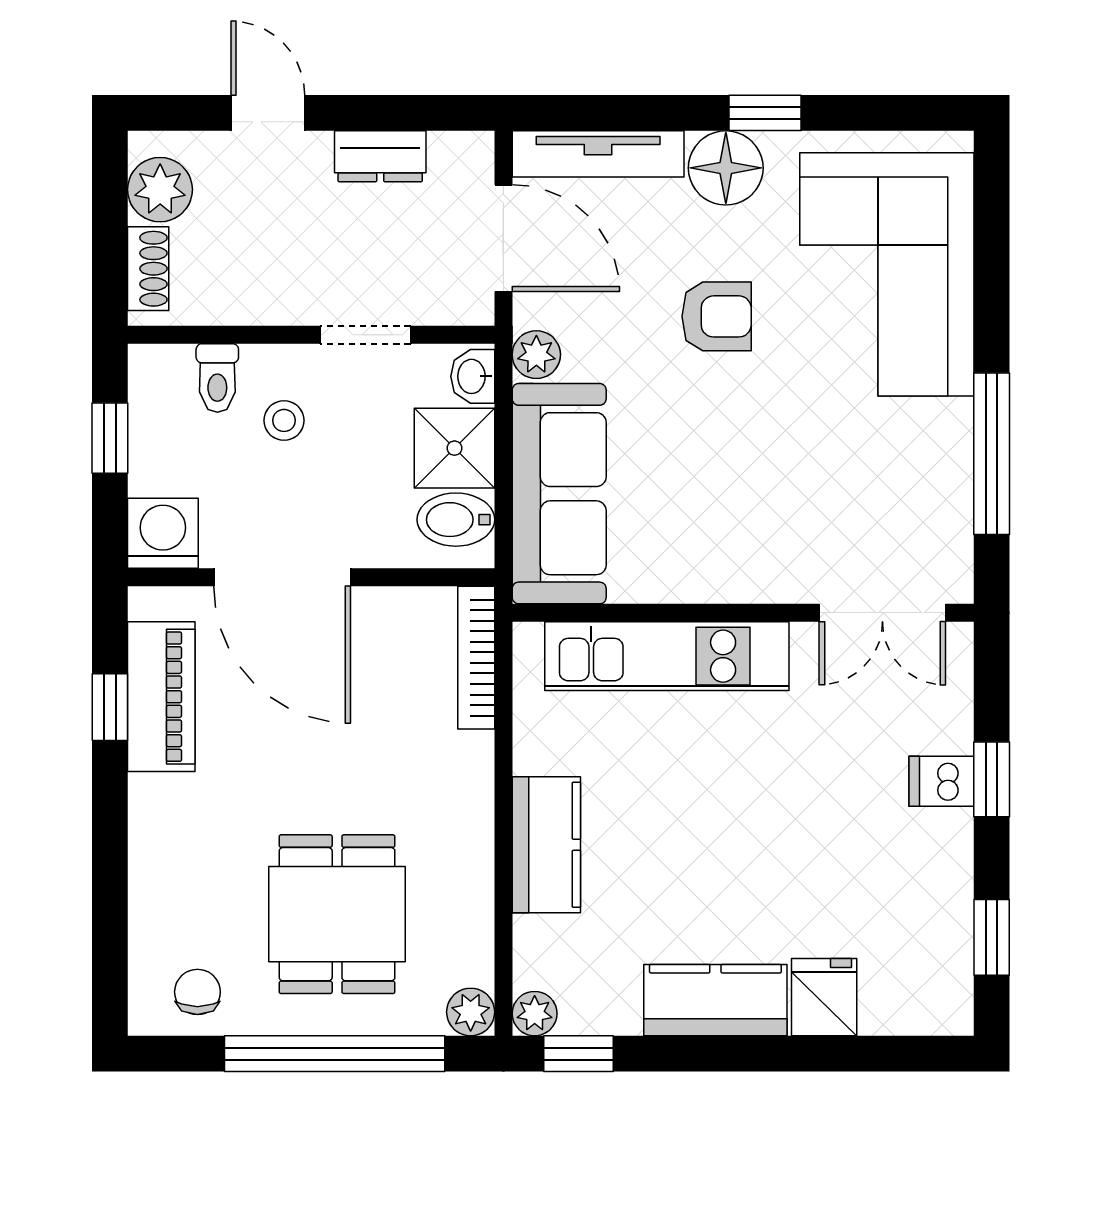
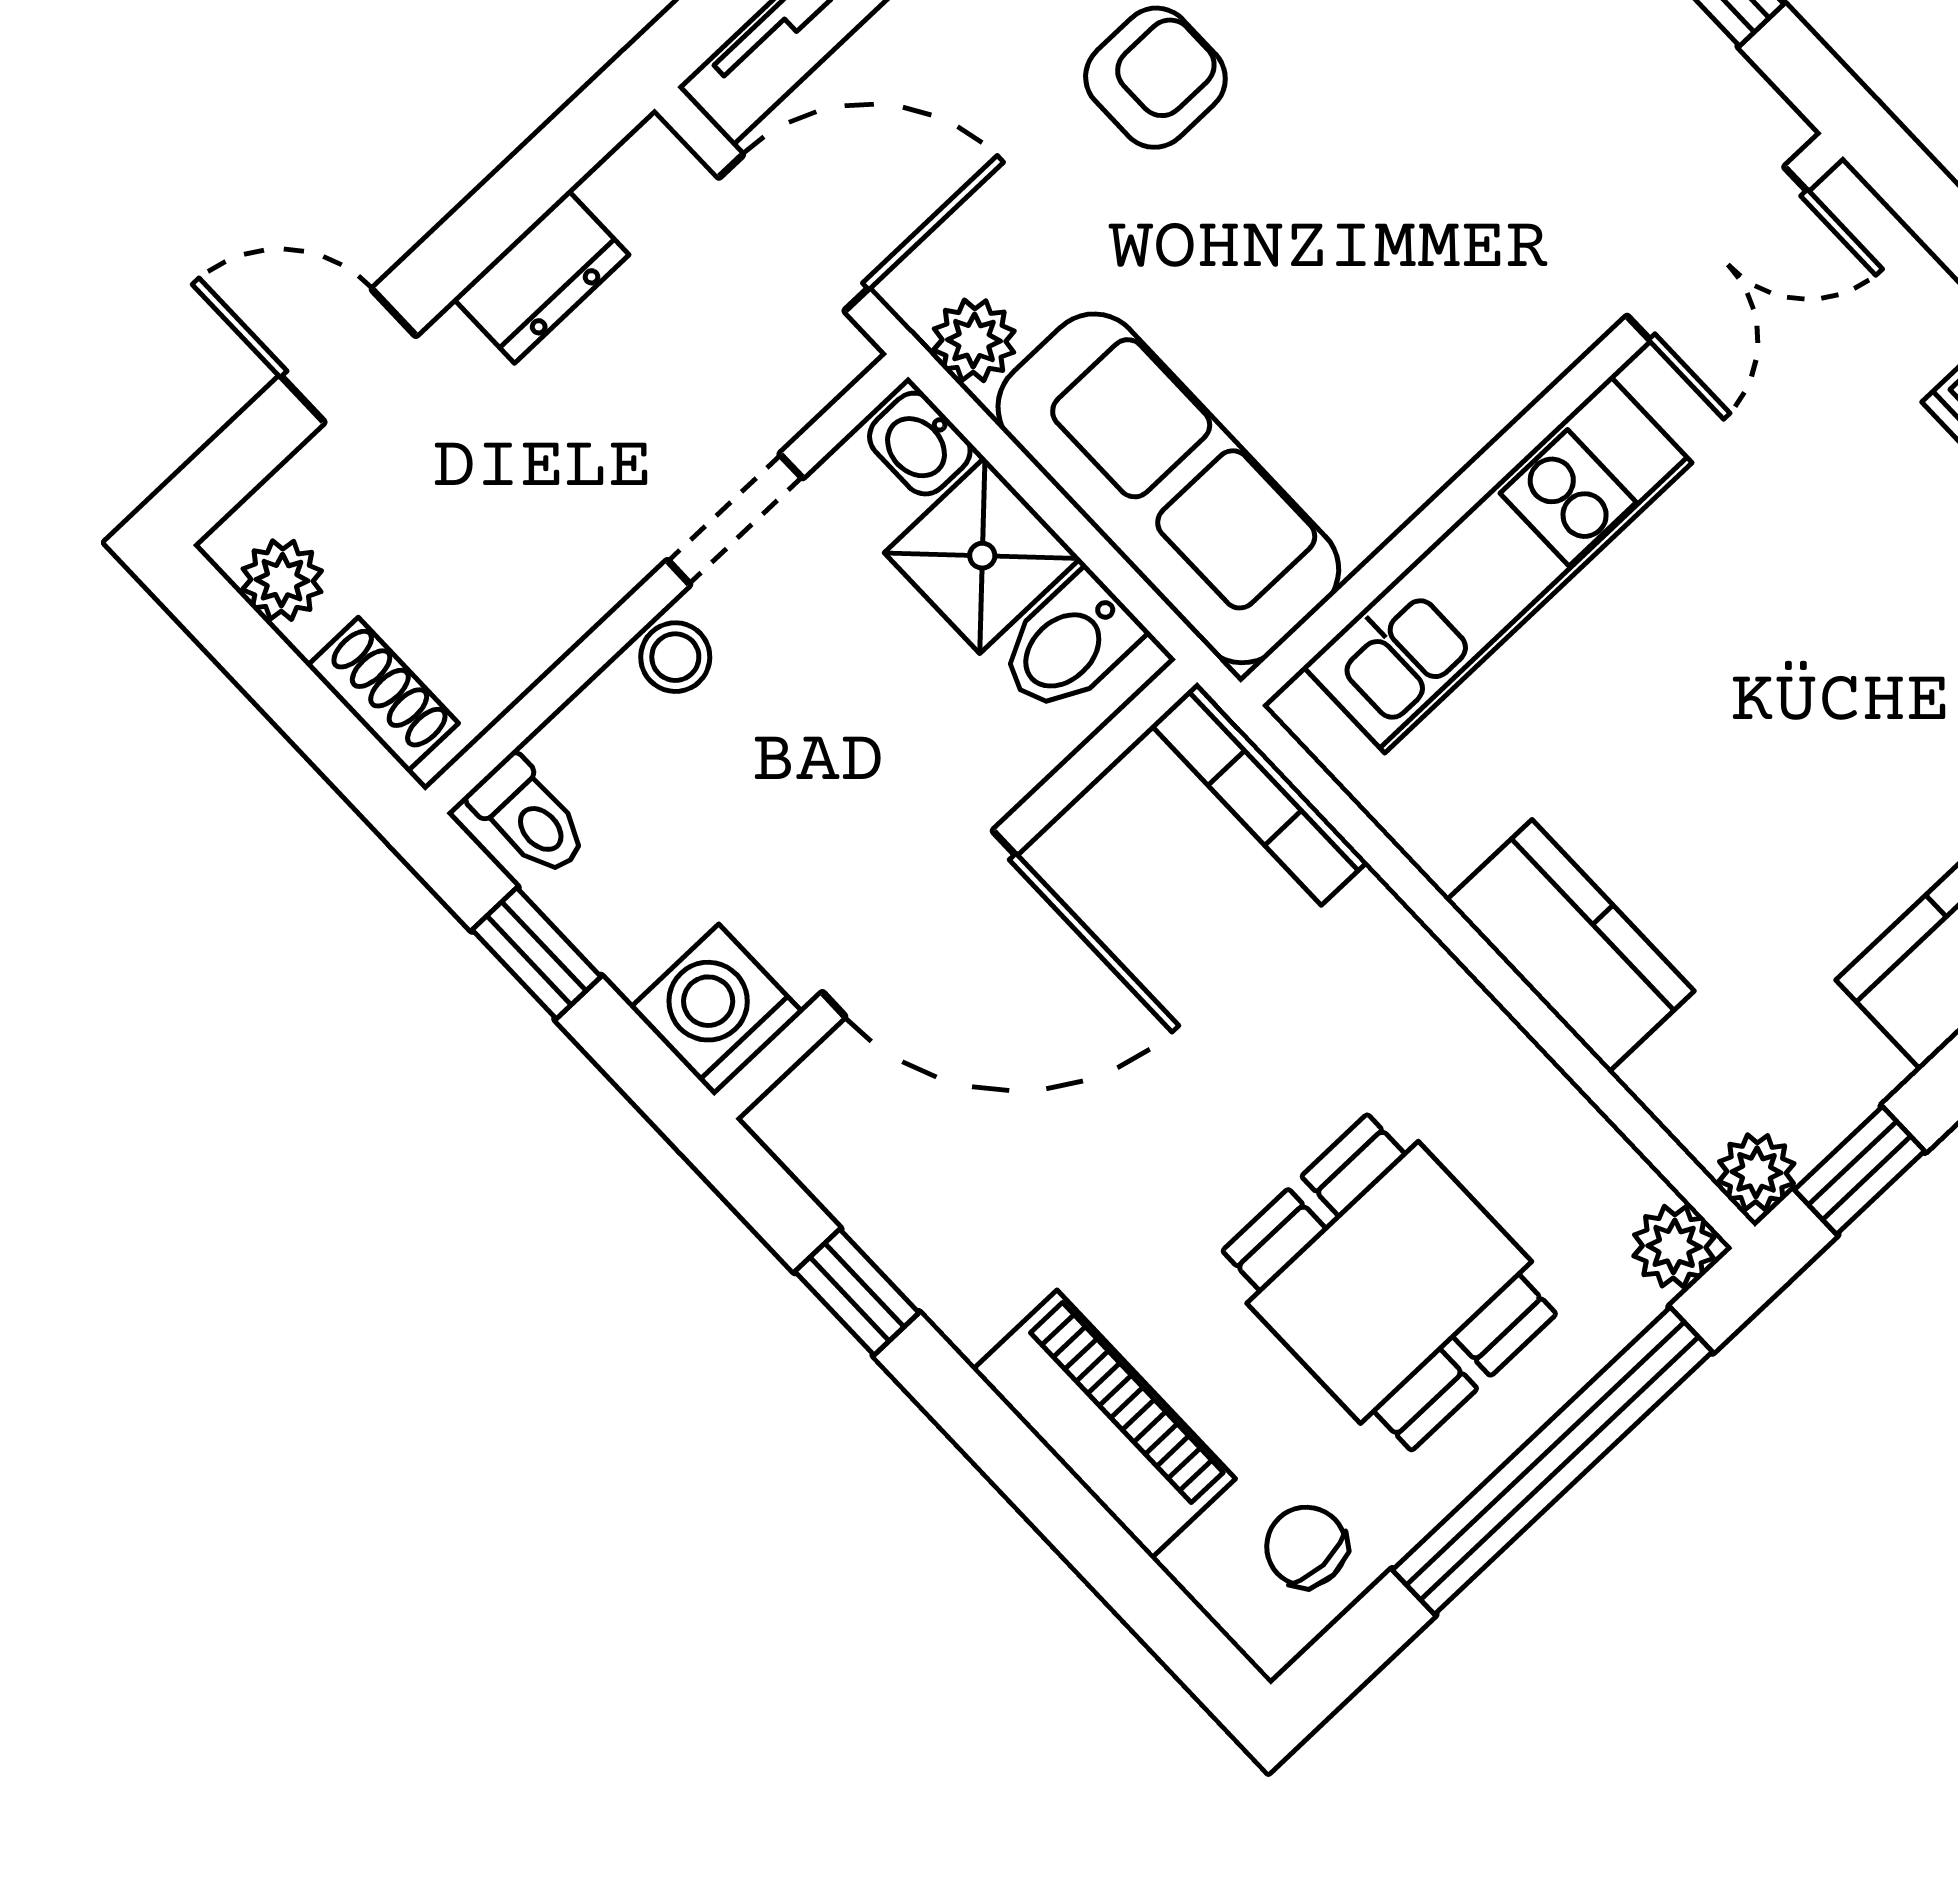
plant: (160, 190) -> (282, 580), width x0.73, depth x0.73
toilet: (217, 378) -> (529, 817), moved
stool: (284, 420) -> (675, 657), moved
piano: (161, 697) -> (1104, 1424), moved

